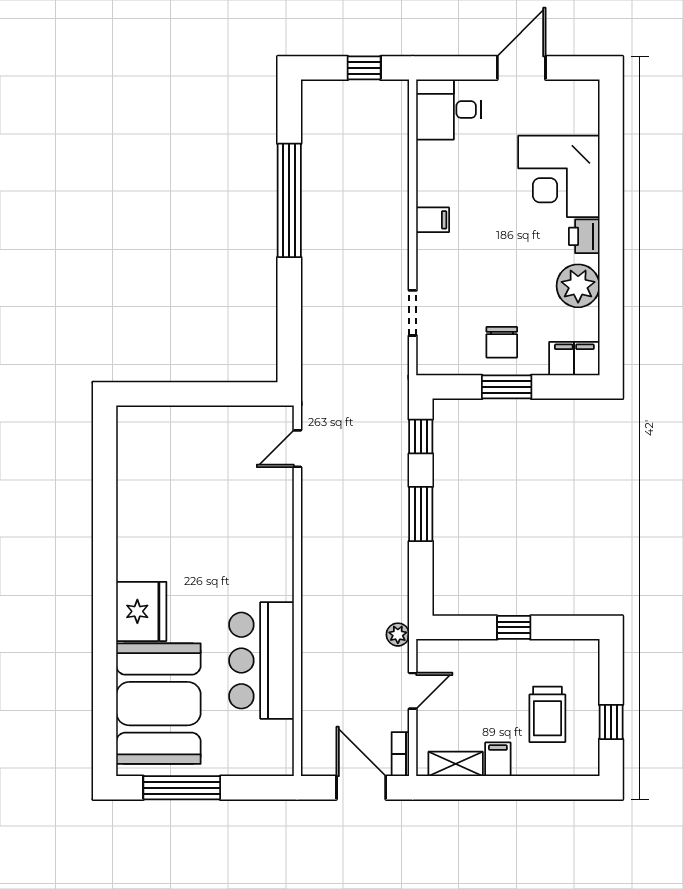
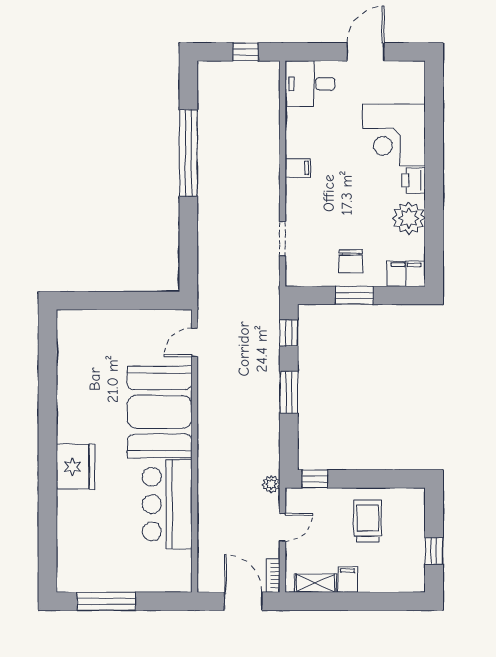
window: (514, 627) -> (315, 479), moved
booth: (158, 704) -> (160, 412), moved
trolley: (547, 714) -> (368, 521), moved, turned 180

